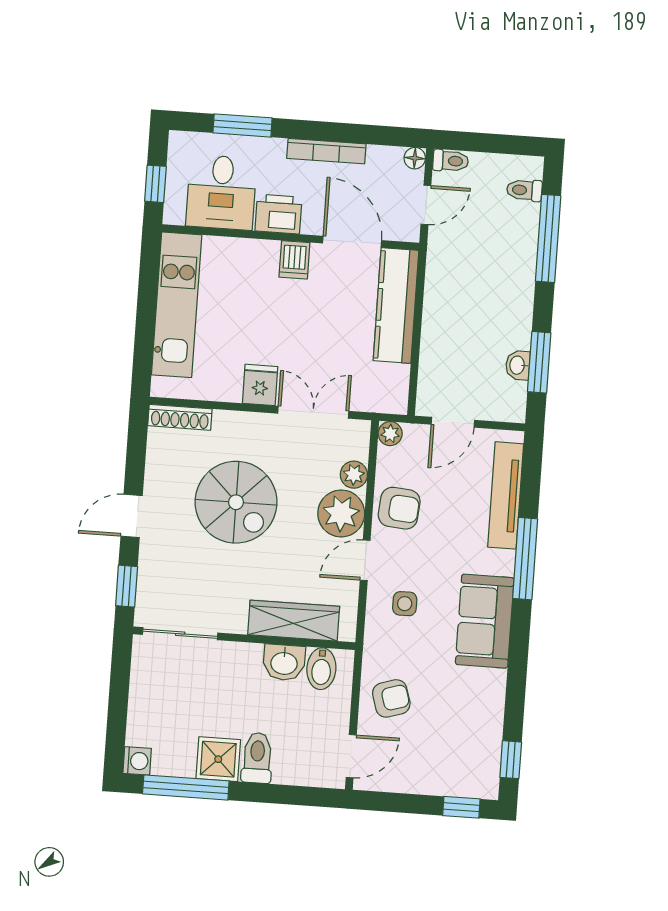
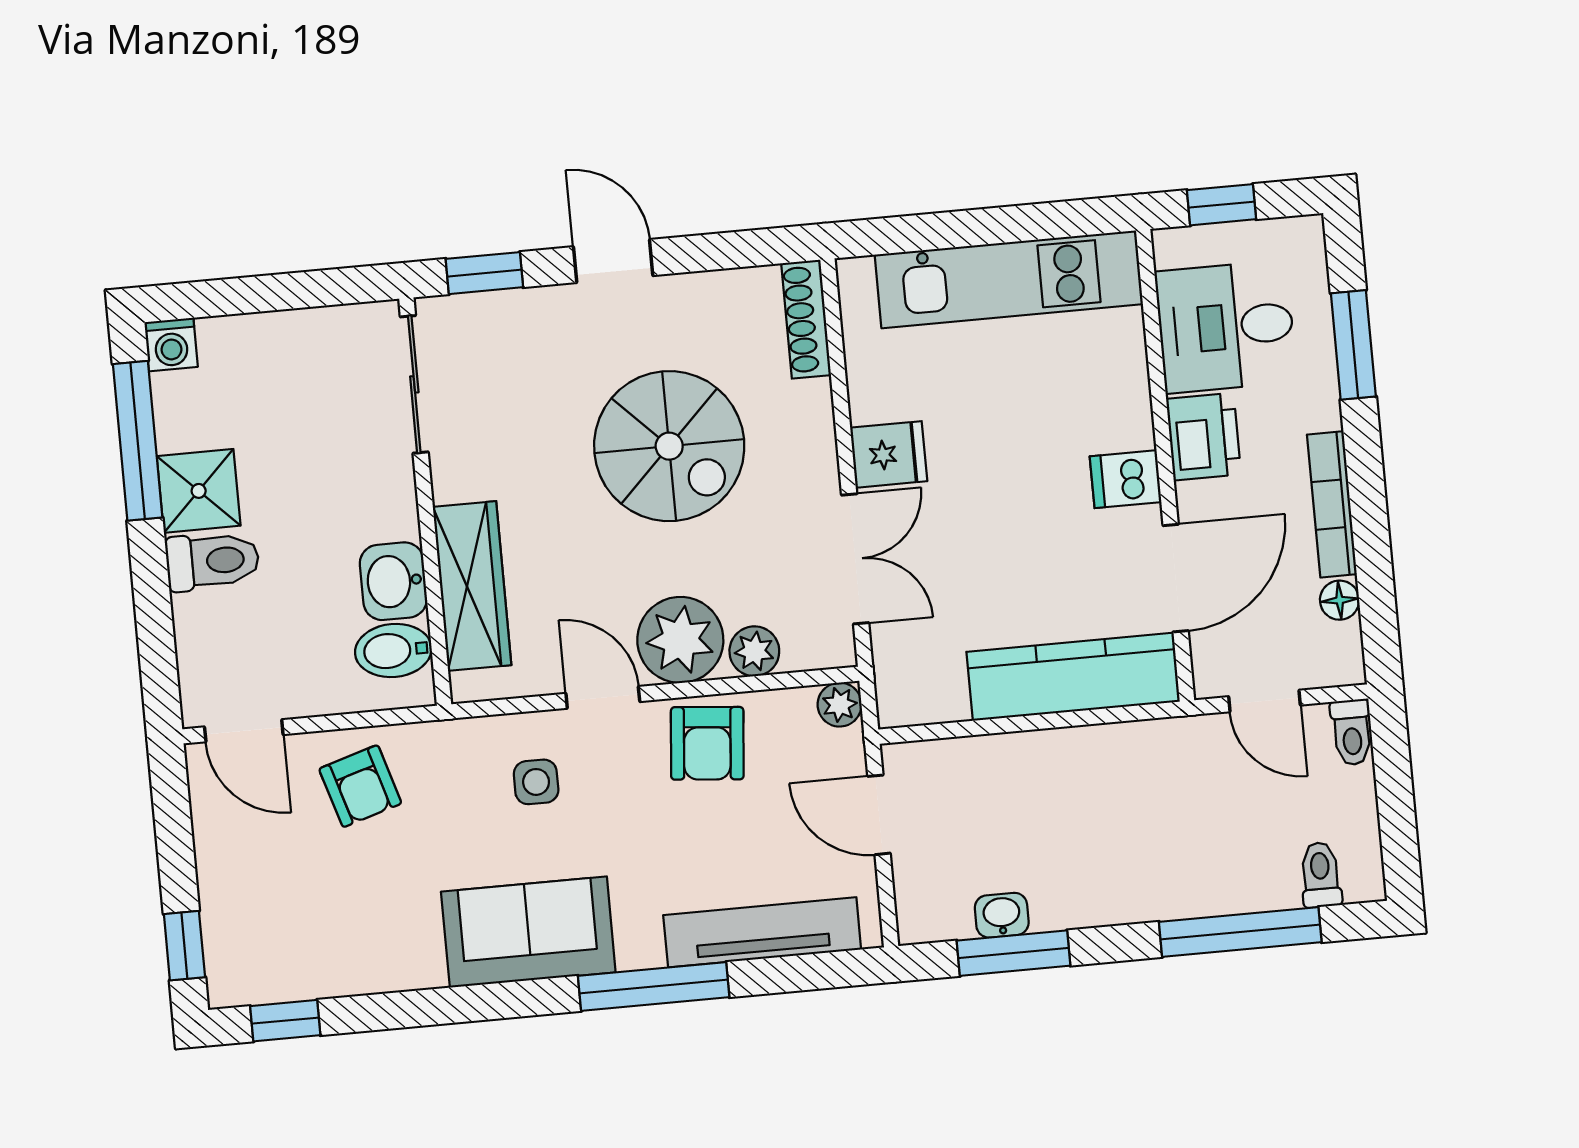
floor lamp: (415, 158) -> (1340, 600), moved
spiral stairs: (236, 502) -> (669, 446), turned -90

